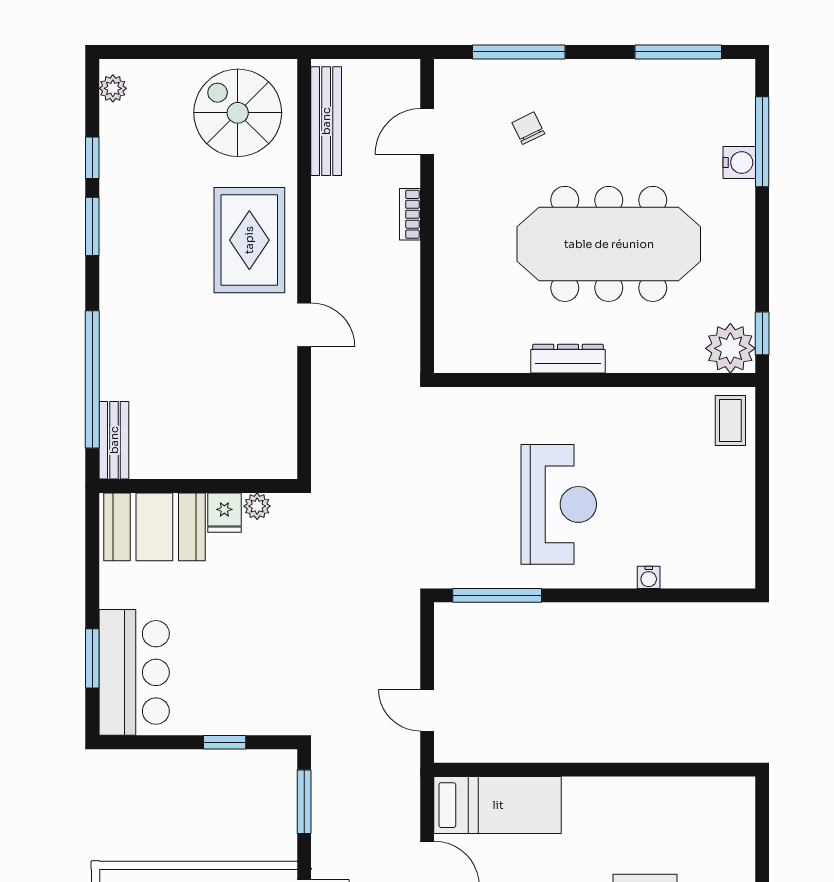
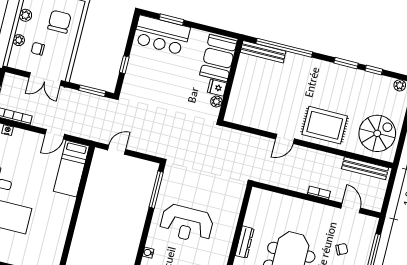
bench: (114, 440) -> (263, 52), width x1.36

